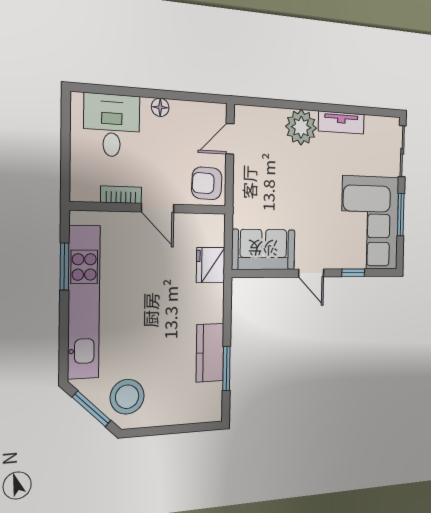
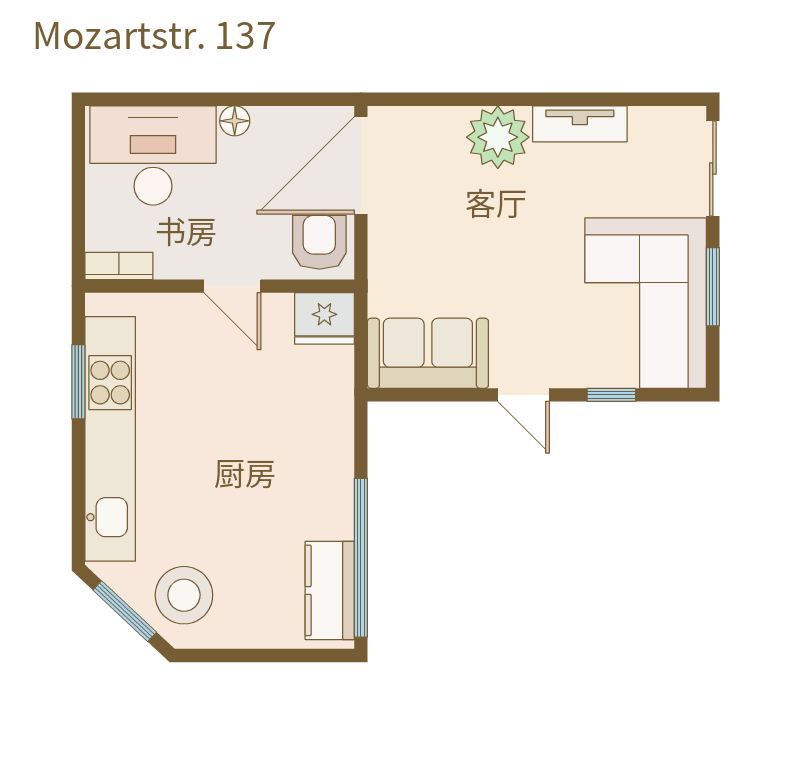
desk: (112, 125) -> (153, 155), width x1.37
door: (230, 139) -> (361, 165), width x1.88
armchair: (207, 183) -> (319, 242), turned 88
bookcase: (121, 195) -> (119, 266), moved
fridge: (211, 265) -> (324, 318), moved, turned -90
kitchen counter: (210, 353) -> (330, 590), moved
window: (226, 368) -> (361, 558), width x2.11

